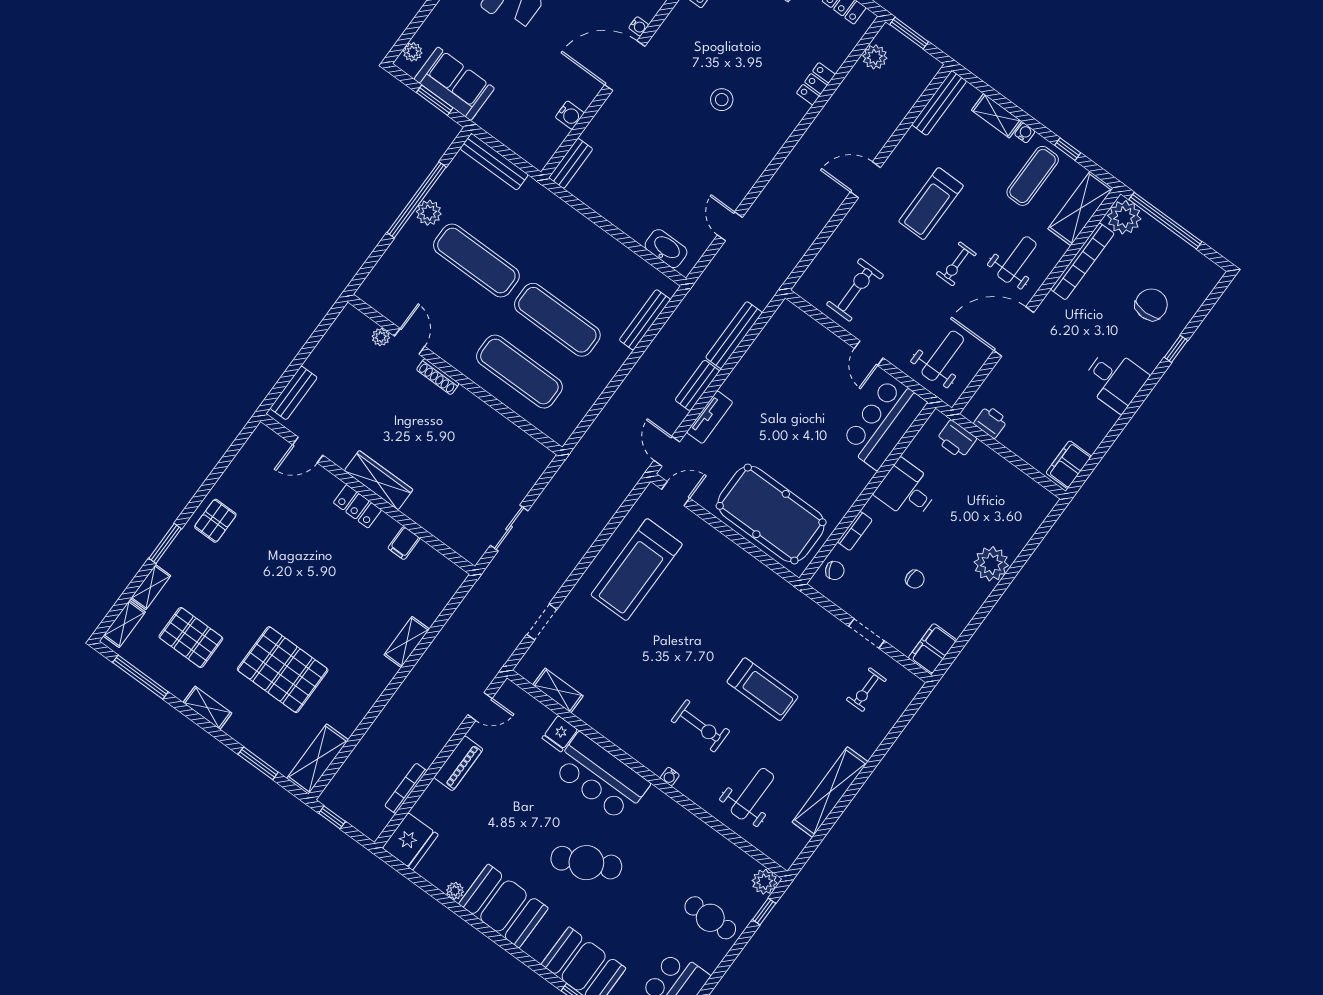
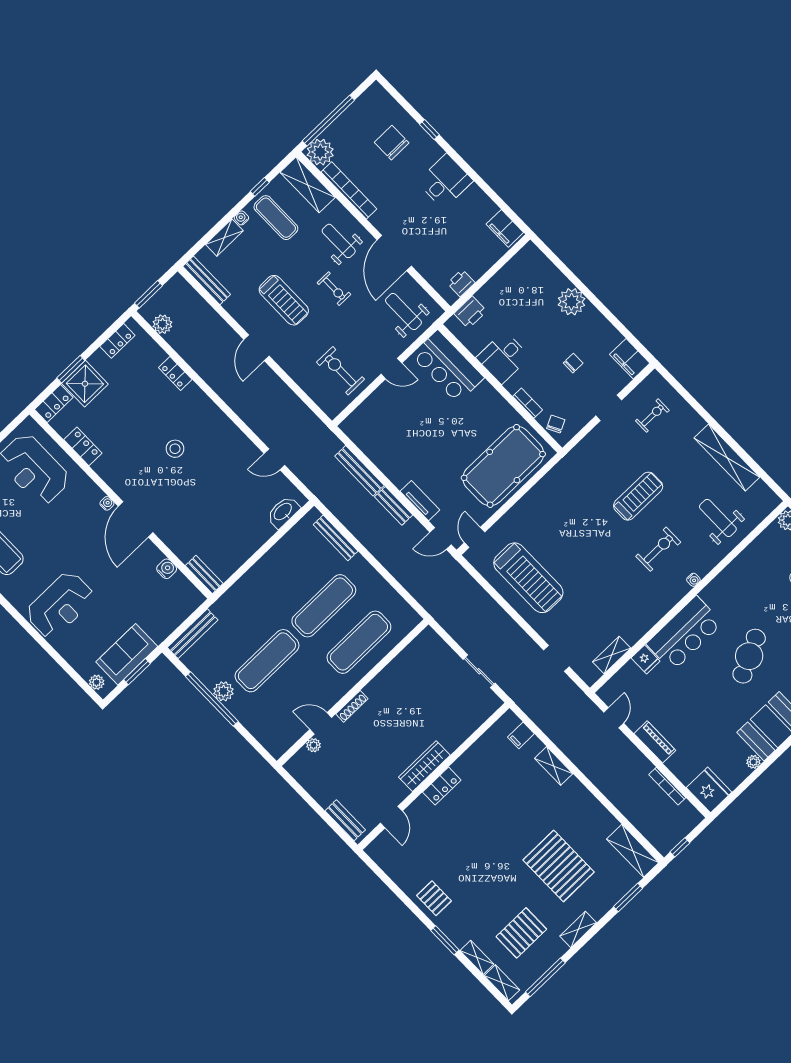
filing cabinet: (404, 543) -> (521, 735), moved, turned 90
pallet: (283, 670) -> (559, 866), turned 90
exercise bike: (866, 690) -> (652, 416), turned -90

